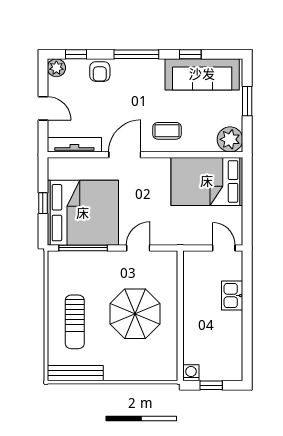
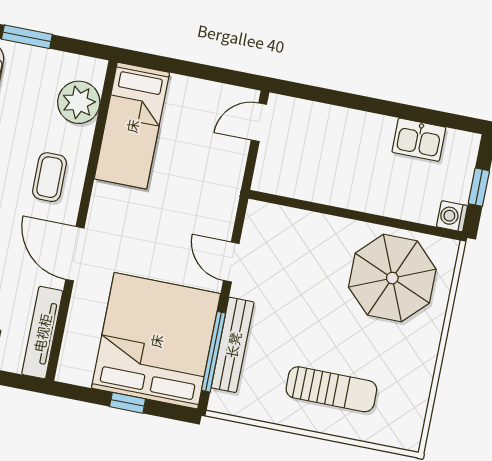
plant: (230, 139) -> (79, 102), moved
bed: (207, 181) -> (132, 126), width x0.67
kitchen sink: (232, 296) -> (419, 140), moved
parasol: (135, 314) -> (392, 278), moved
bench: (75, 373) -> (233, 345), moved

